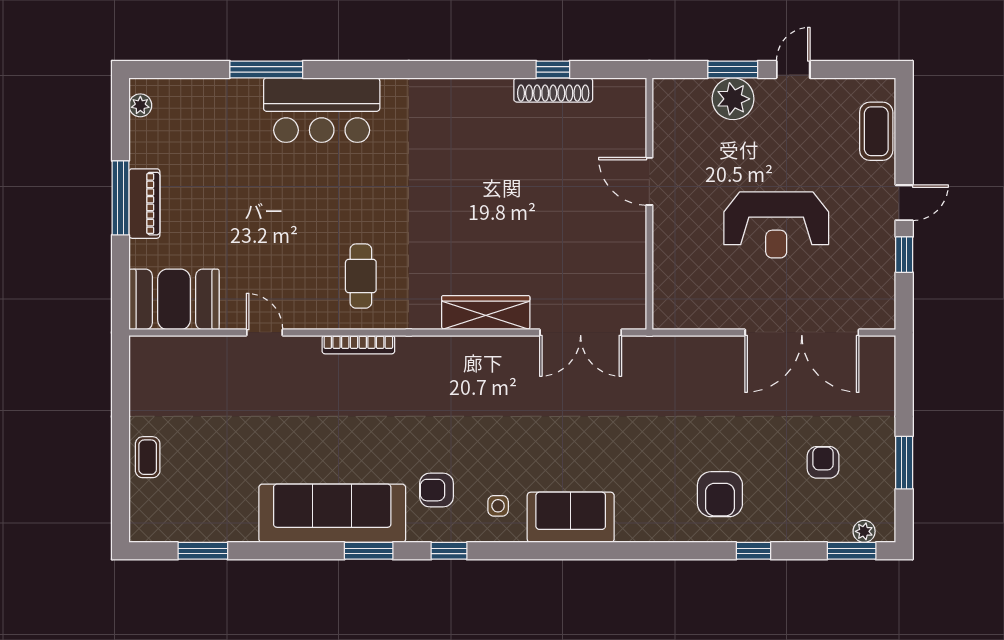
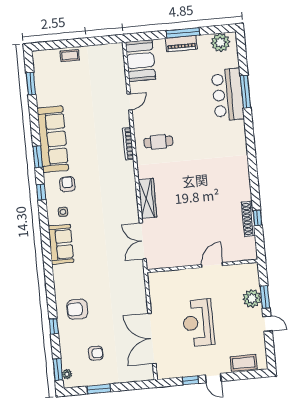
plant: (140, 105) -> (220, 42), width x1.87, depth x1.87
bar counter: (322, 110) -> (228, 95), moved

